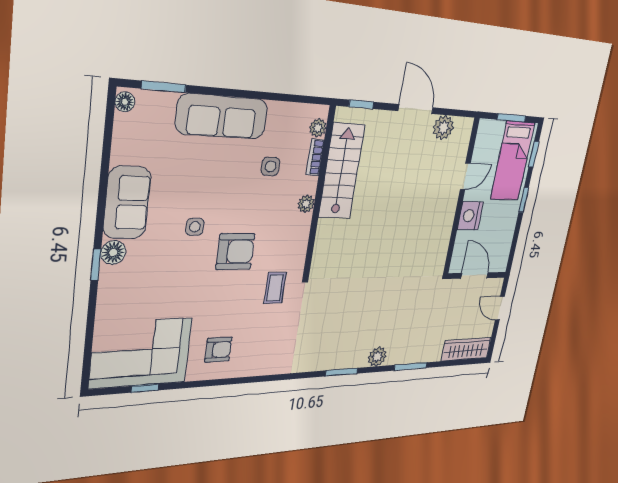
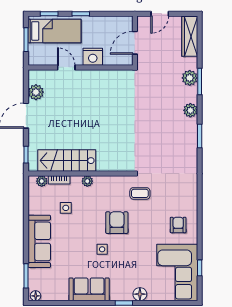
floor lamp: (113, 252) -> (140, 294), moved
plant: (418, 353) -> (190, 78), added

